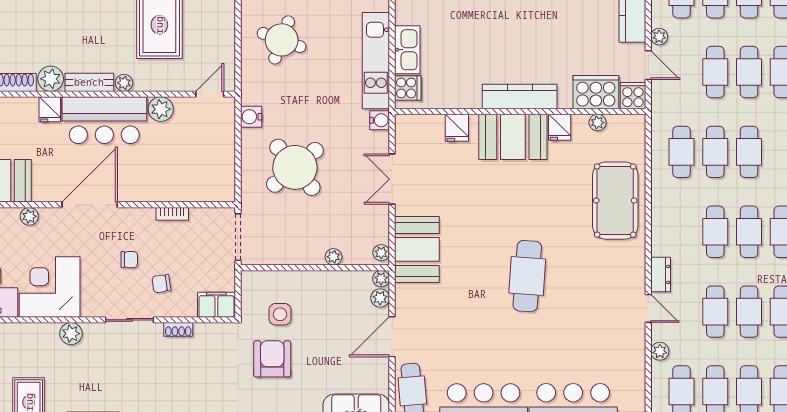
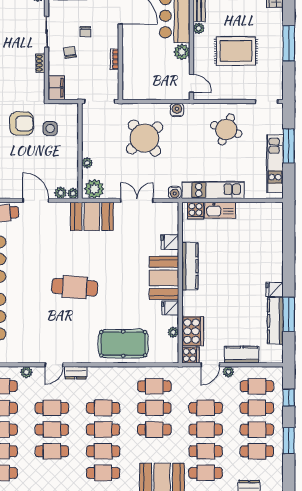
kitchen counter: (520, 96) -> (190, 266), moved
plant: (381, 253) -> (94, 189), width x1.88, depth x1.88

